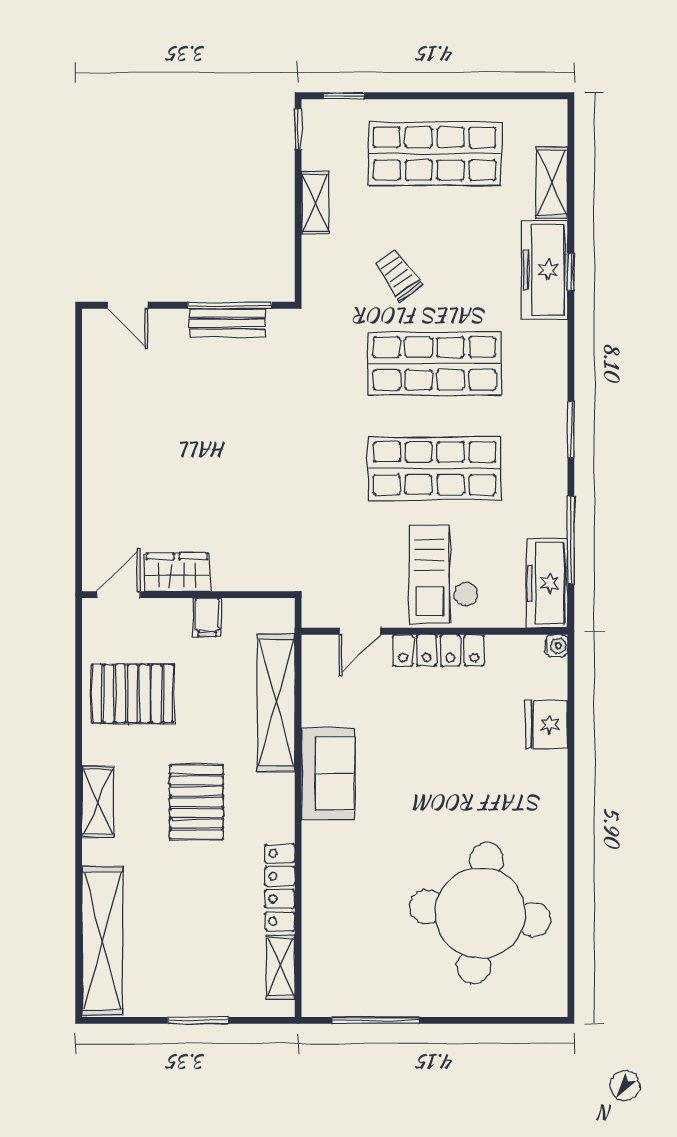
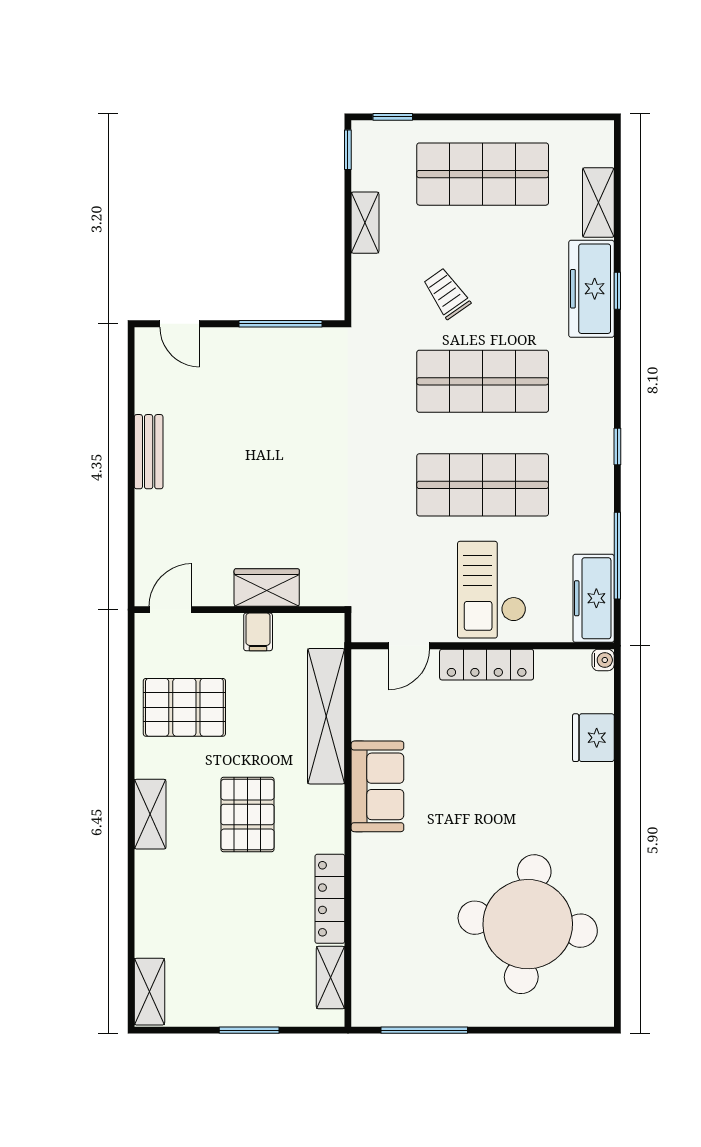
bench: (227, 323) -> (149, 452), moved, turned 90
window: (571, 430) -> (617, 447), width x0.67
wardrobe: (177, 572) -> (267, 587), moved
shelving: (102, 941) -> (149, 992), width x0.45, depth x0.75

